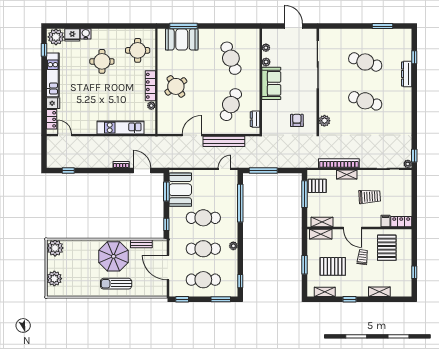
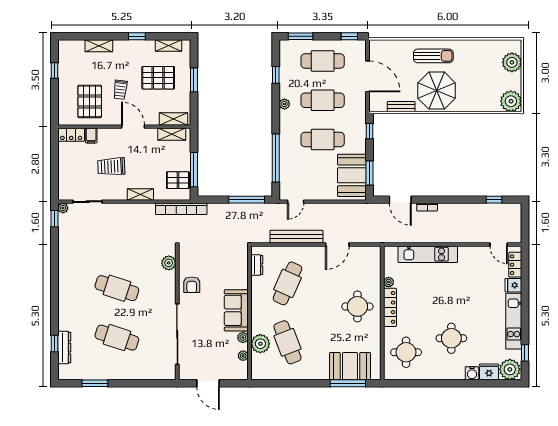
plant: (252, 57) -> (260, 344), added
dresser: (407, 74) -> (64, 348), moved
round table: (176, 86) -> (357, 306), turned 36
armchair: (297, 120) -> (192, 285), moved
bookcase: (339, 163) -> (181, 209), moved
window: (240, 281) -> (276, 75), moved

